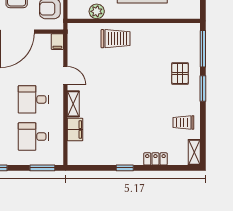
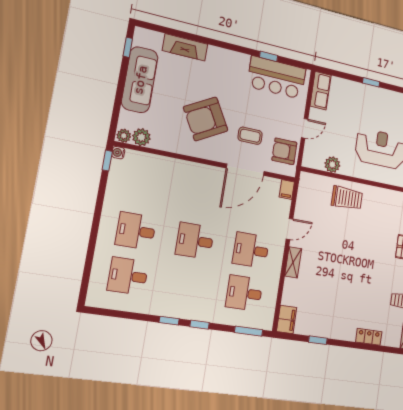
door: (65, 76) -> (290, 229), hinge flipped
filing cabinet: (75, 129) -> (287, 319), moved
window: (125, 168) -> (318, 340), moved

